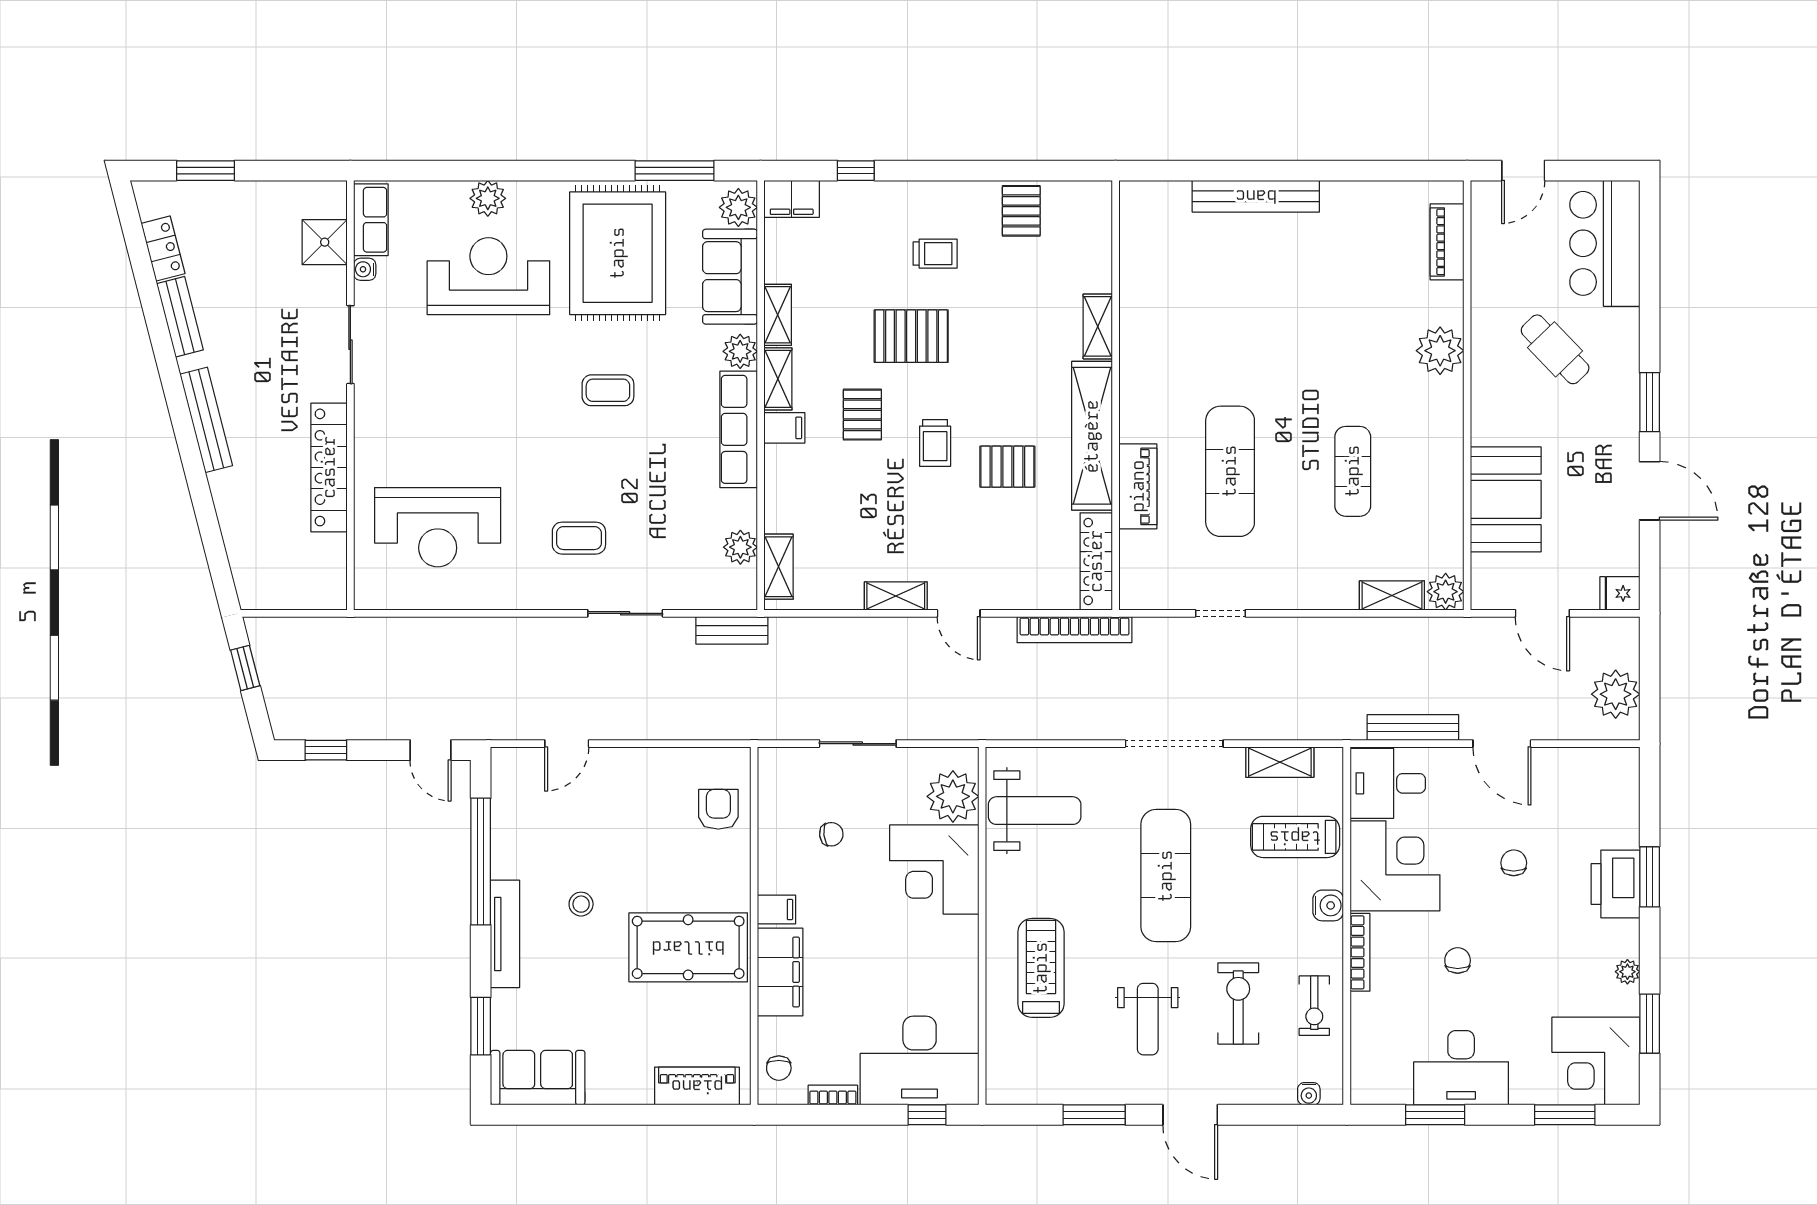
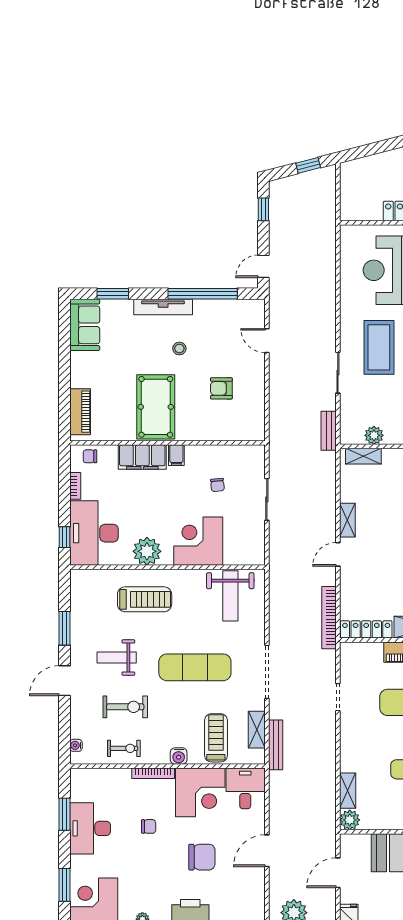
coffee table: (579, 538) -> (379, 347), width x1.86, depth x1.72
bench: (1413, 728) -> (276, 745), moved
plant: (953, 796) -> (147, 551), moved
armchair: (718, 809) -> (221, 388), moved, turned 180
chair: (1514, 863) -> (202, 857), width x1.87, depth x1.87
exercise bike: (1314, 1006) -> (124, 748), turned 180

